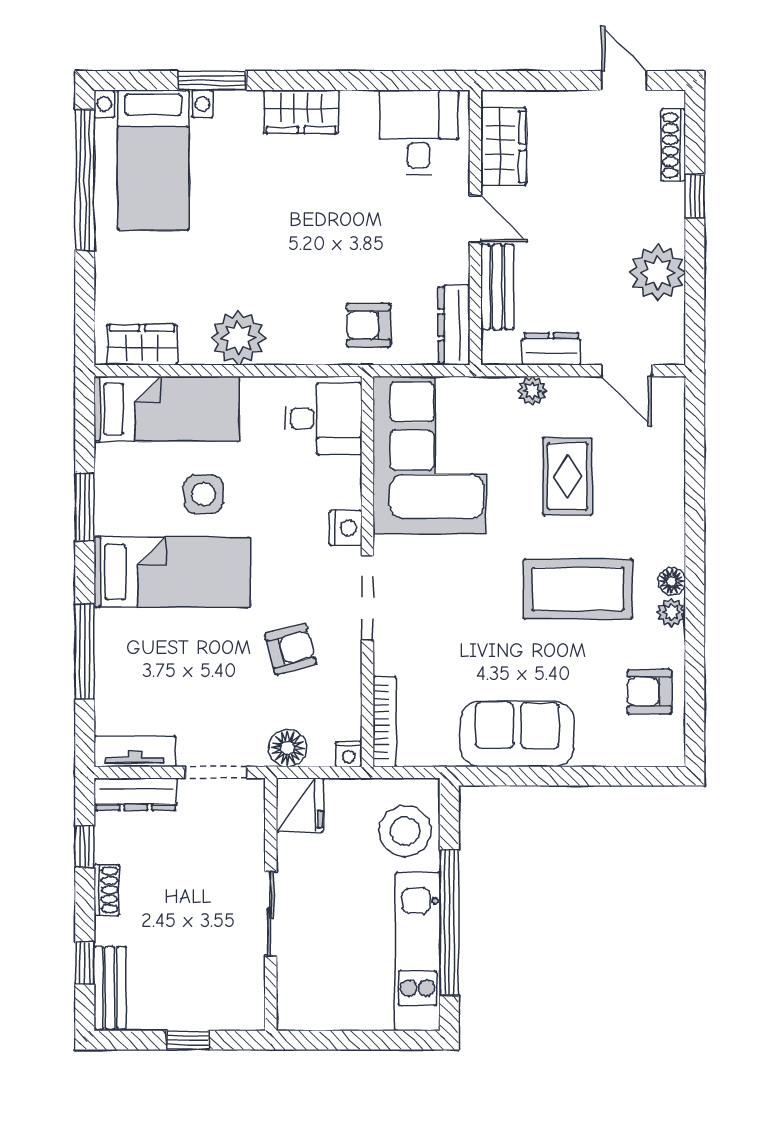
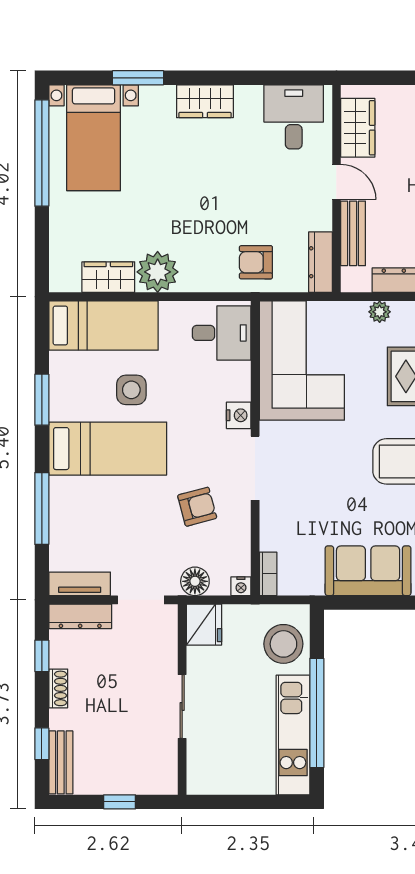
wardrobe: (142, 345) -> (108, 277), moved
bookcase: (385, 722) -> (268, 574), width x0.64

